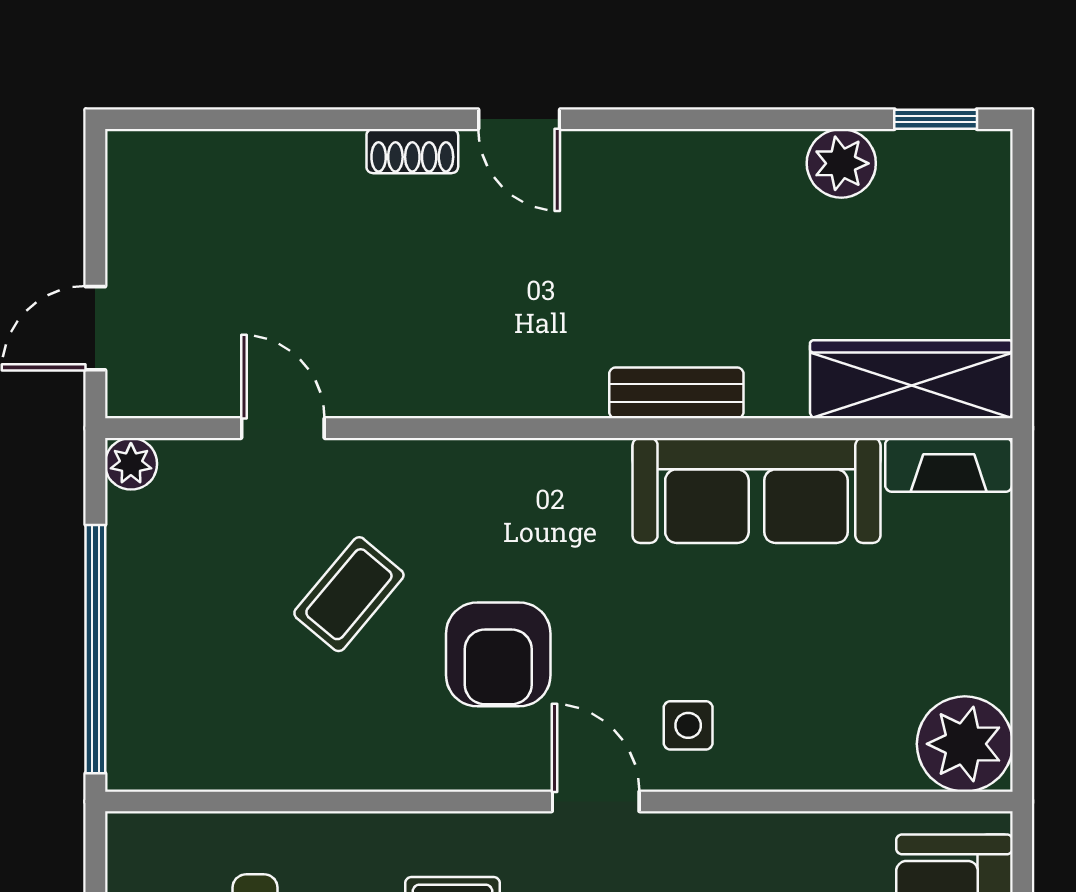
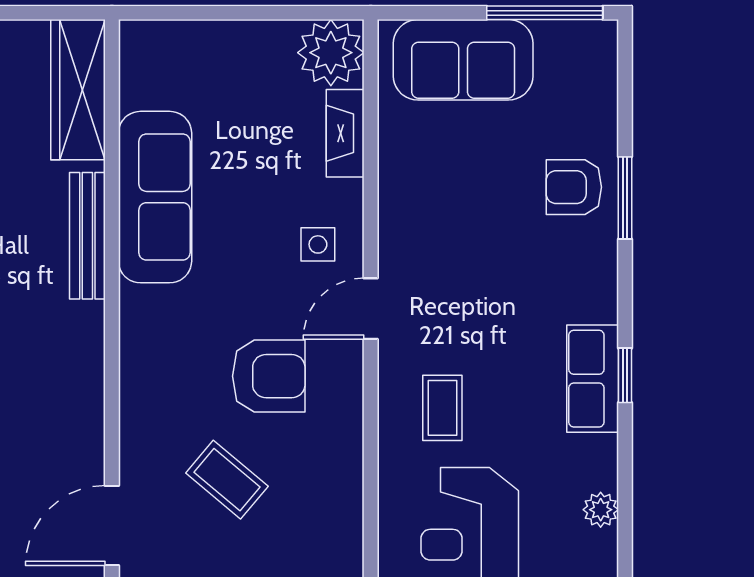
bench: (676, 393) -> (87, 236), width x1.36
door: (283, 428) -> (112, 525), width x1.37
fireplace: (949, 465) -> (345, 133), moved, turned 180

